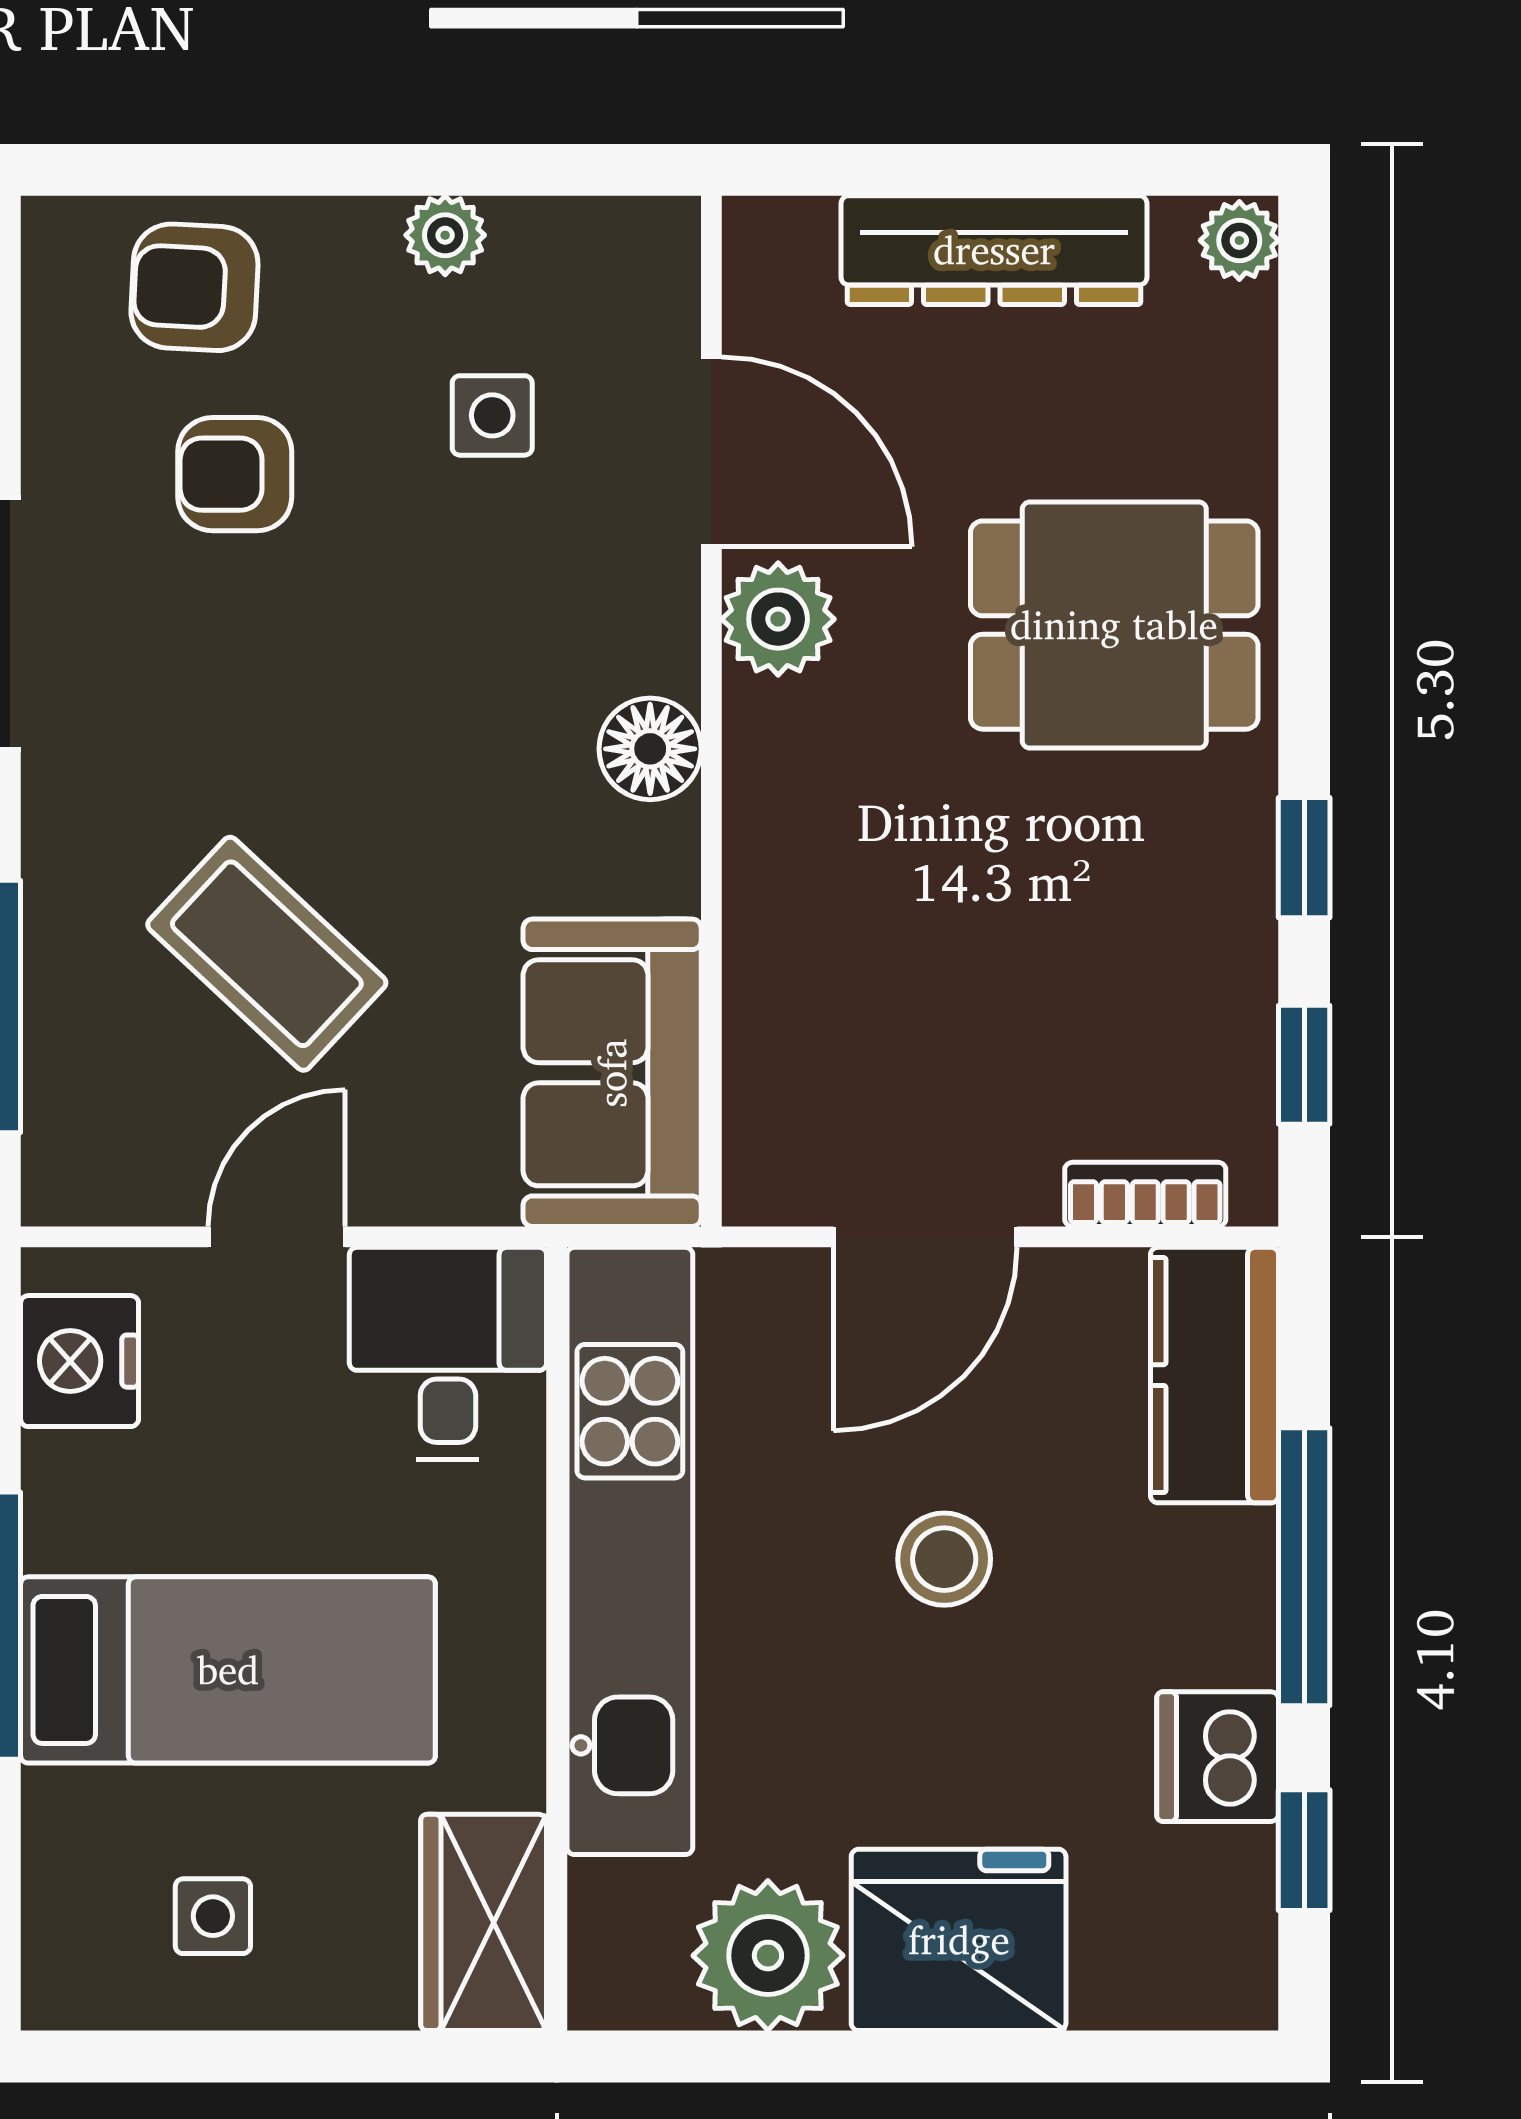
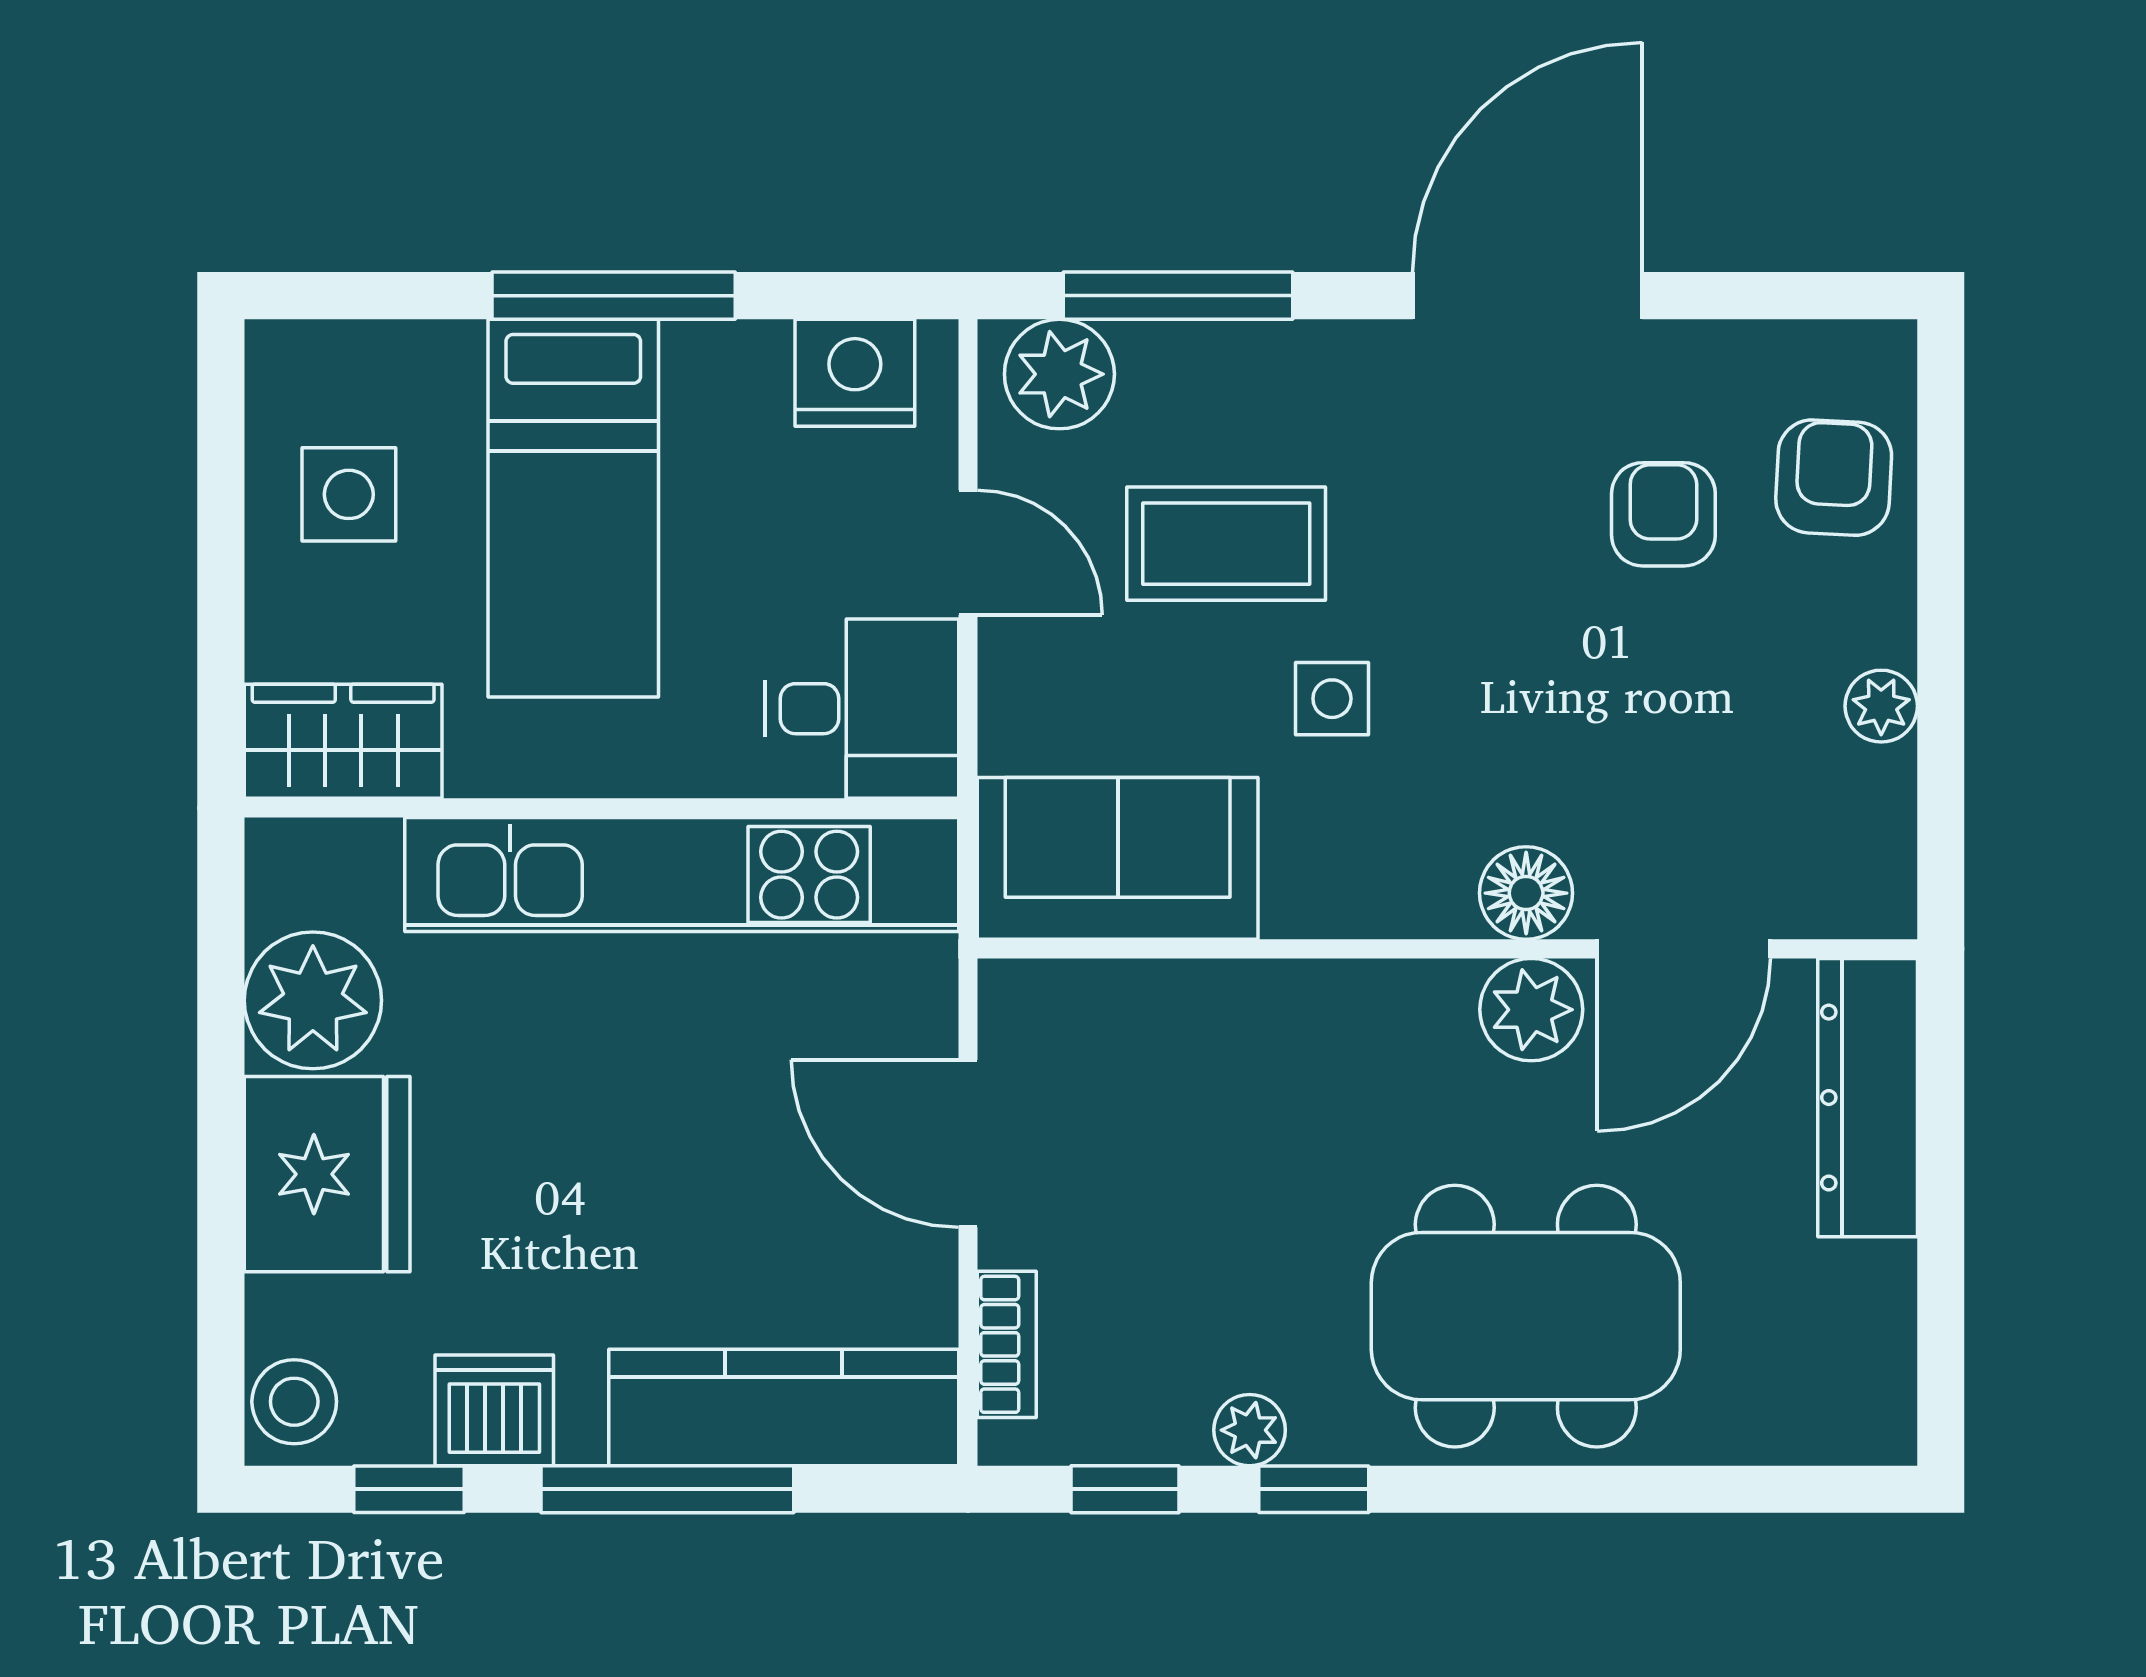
plant: (1239, 240) -> (1250, 1430), moved
dresser: (994, 250) -> (1868, 1098), moved
side table: (492, 415) -> (1332, 699), moved
dining table: (1114, 625) -> (1526, 1316), width x1.38
floor lamp: (650, 749) -> (1526, 893), moved
coffee table: (267, 954) -> (1226, 544), turned 47
plant: (81, 1137) -> (1059, 374), added
kitchen counter: (1214, 1375) -> (784, 1407), width x1.50
stool: (944, 1559) -> (294, 1402), moved
side table: (213, 1916) -> (349, 494), width x1.37, depth x1.37

